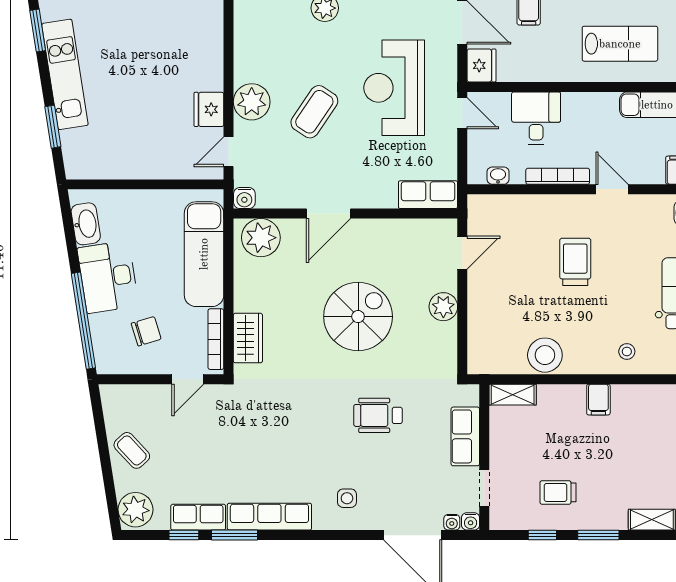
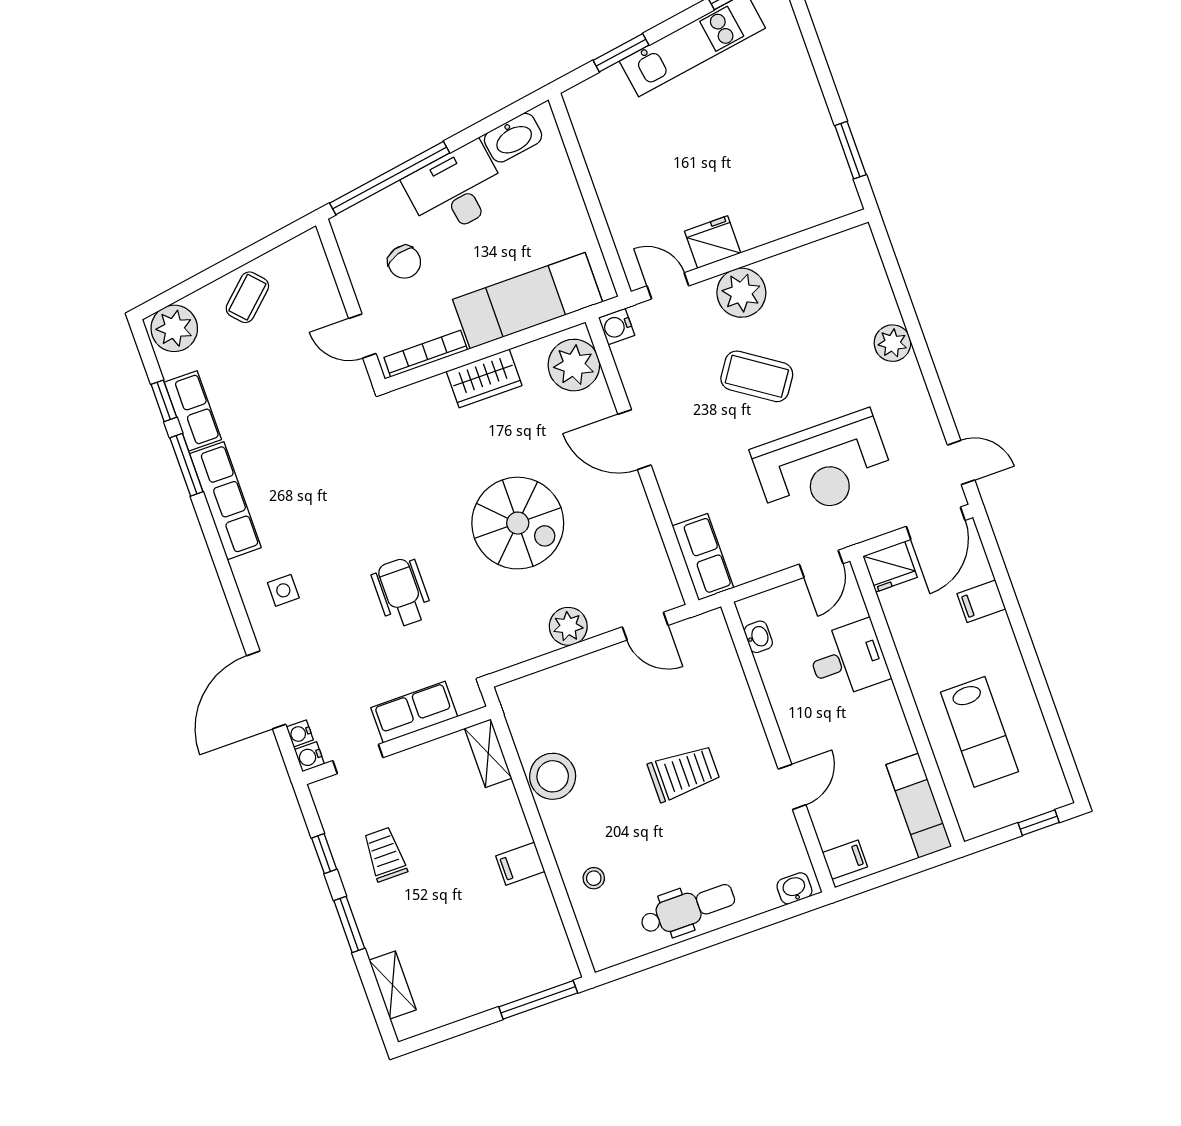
reception desk: (394, 88) -> (823, 466), turned 180
bookcase: (558, 176) -> (784, 713), removed
wardrobe: (248, 338) -> (484, 378), moved

